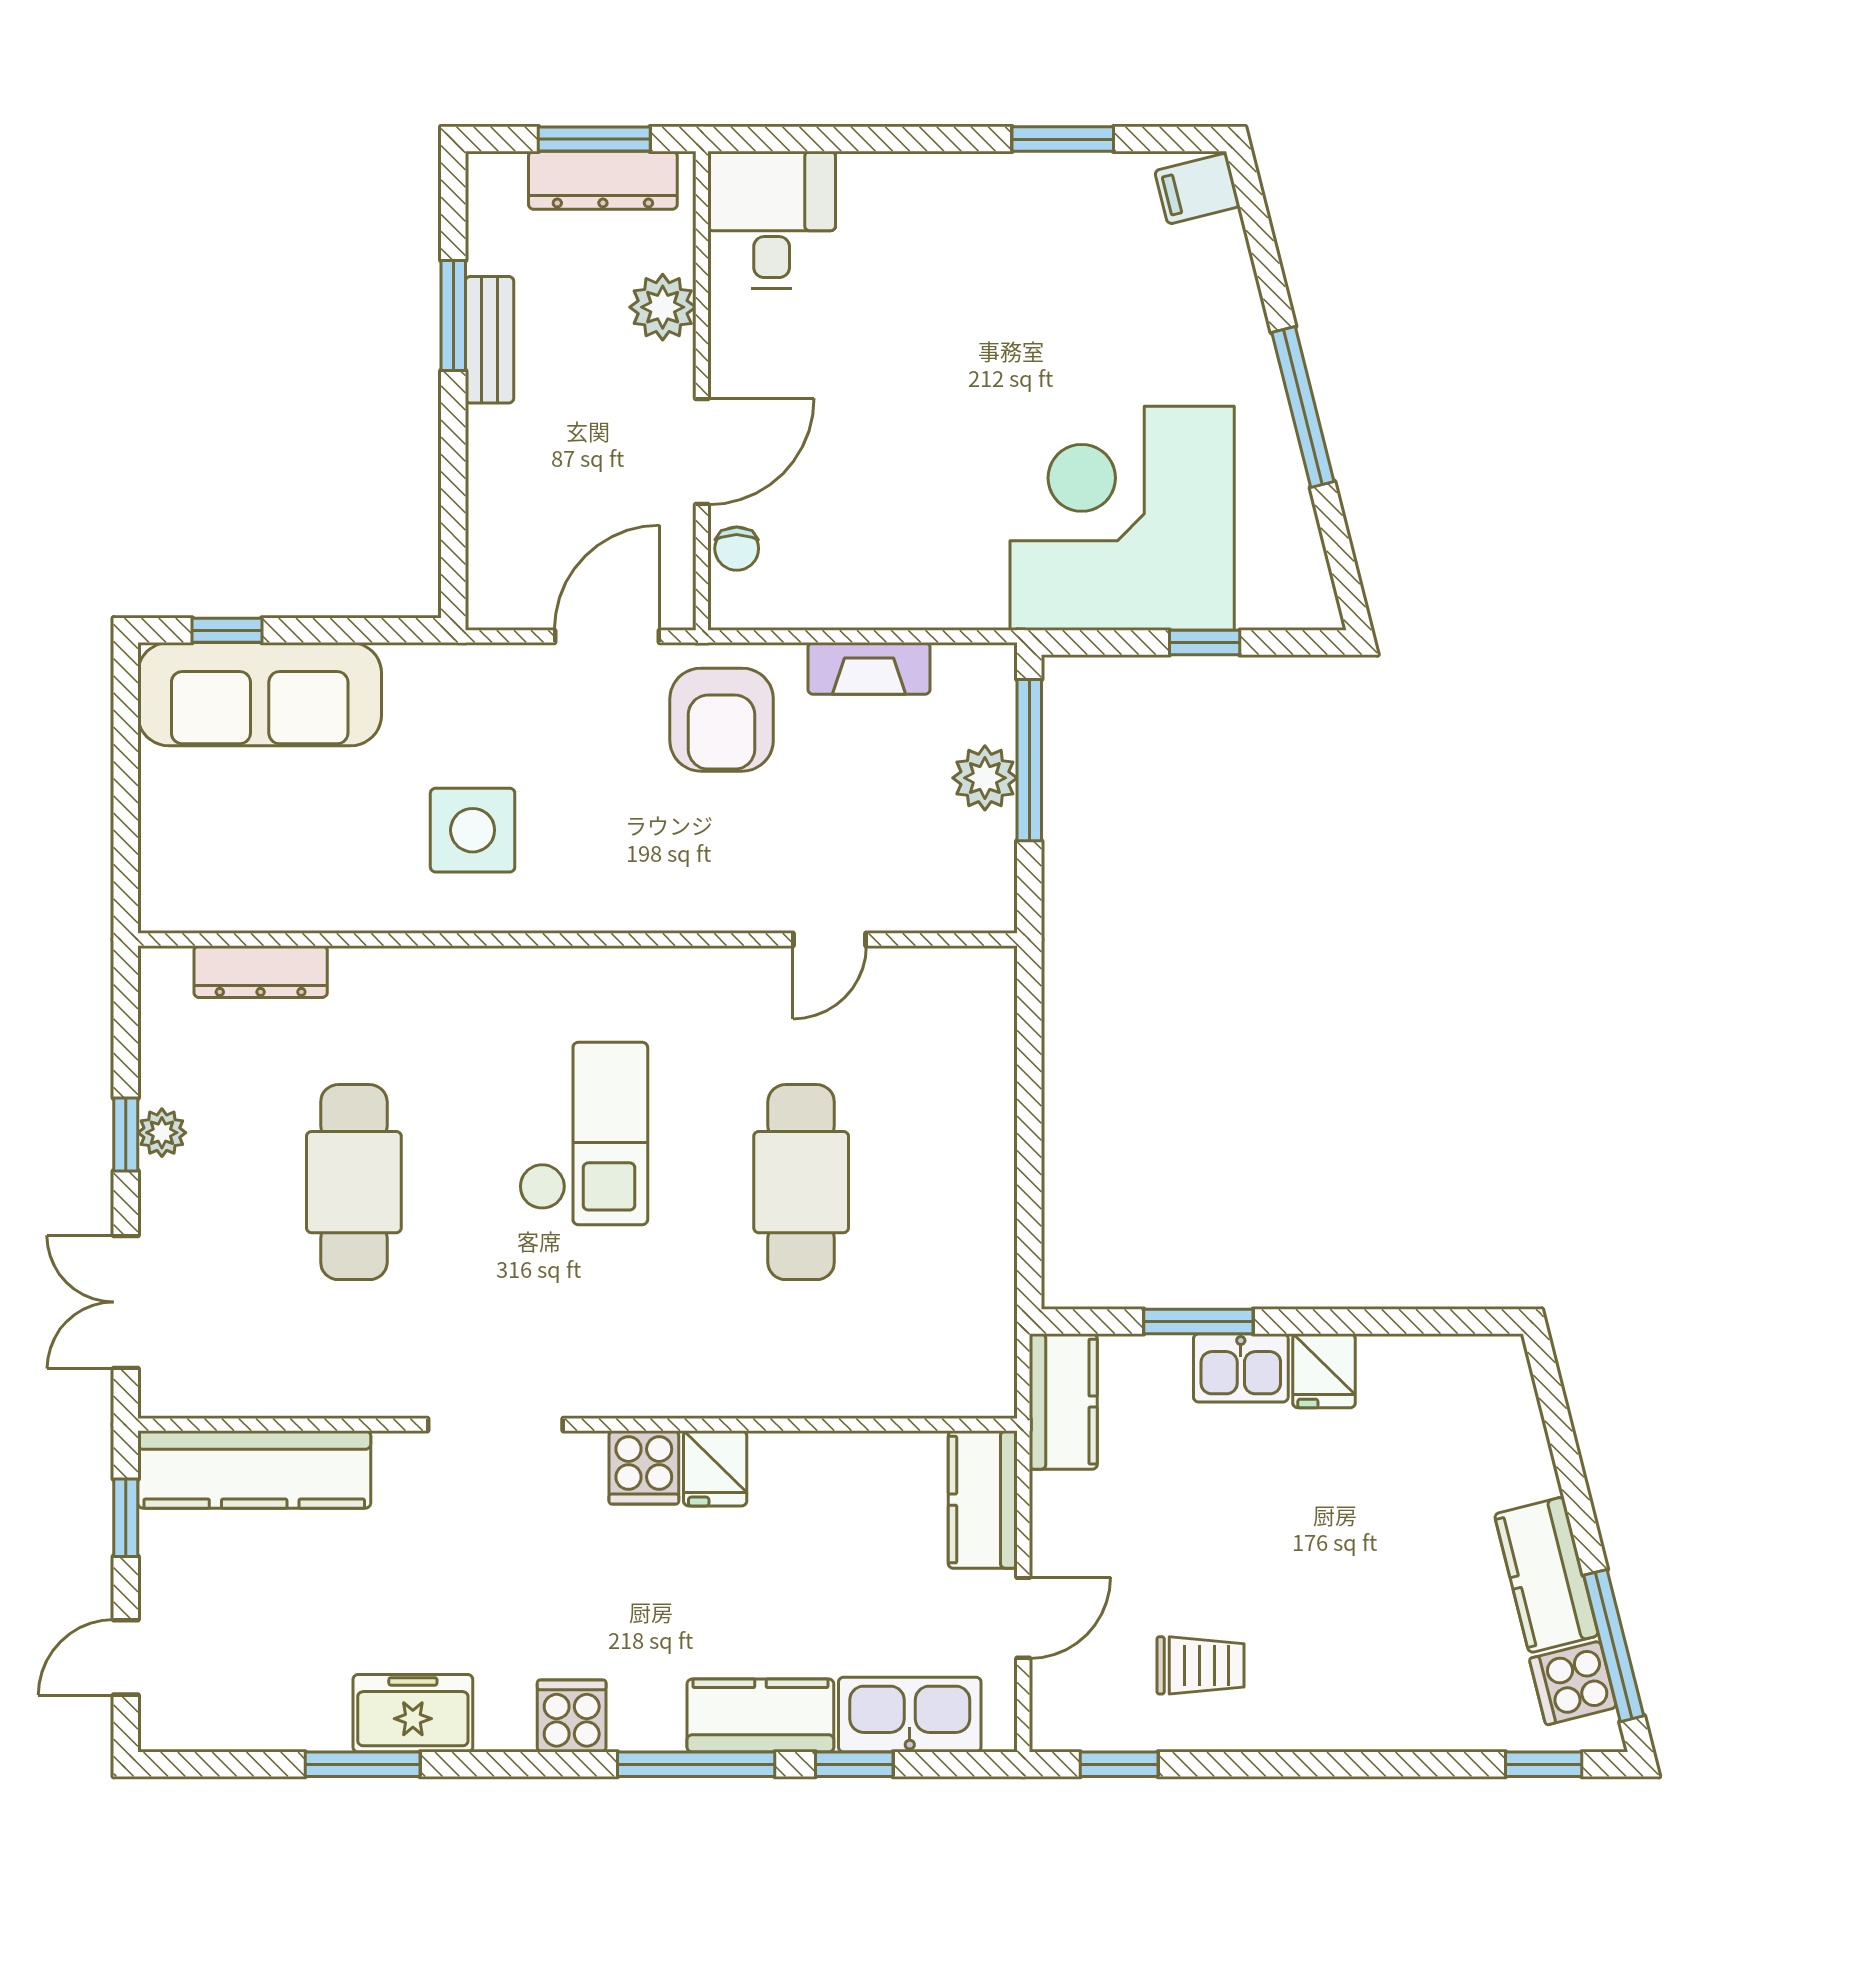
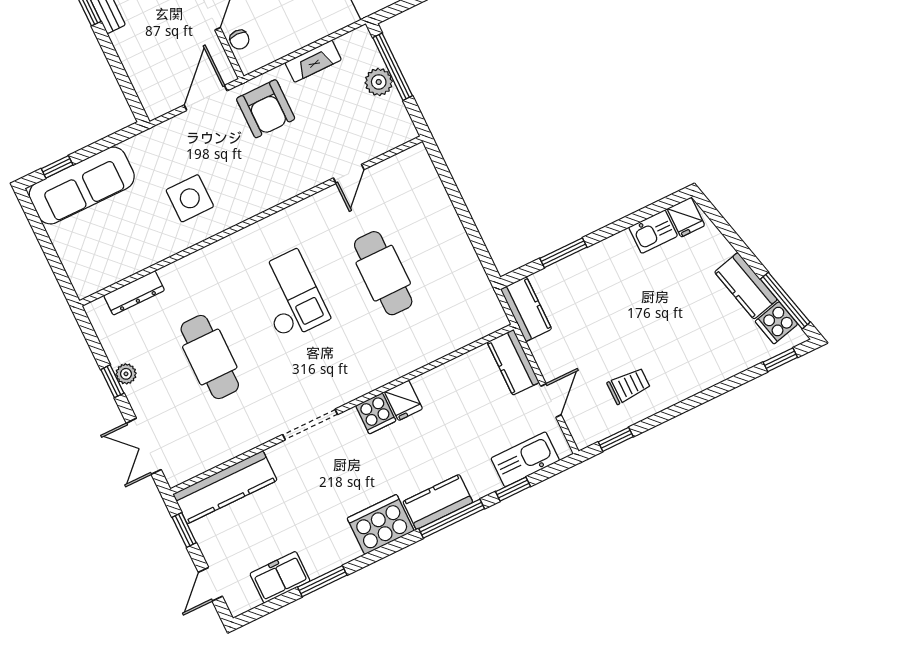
kitchen sink: (1241, 1368) -> (653, 232), moved
fridge: (1324, 1371) -> (686, 217), moved
freezer: (413, 1713) -> (280, 577), moved
kitchen counter: (760, 1715) -> (438, 502), moved
cooker: (572, 1716) -> (381, 525), width x1.87, depth x1.31

